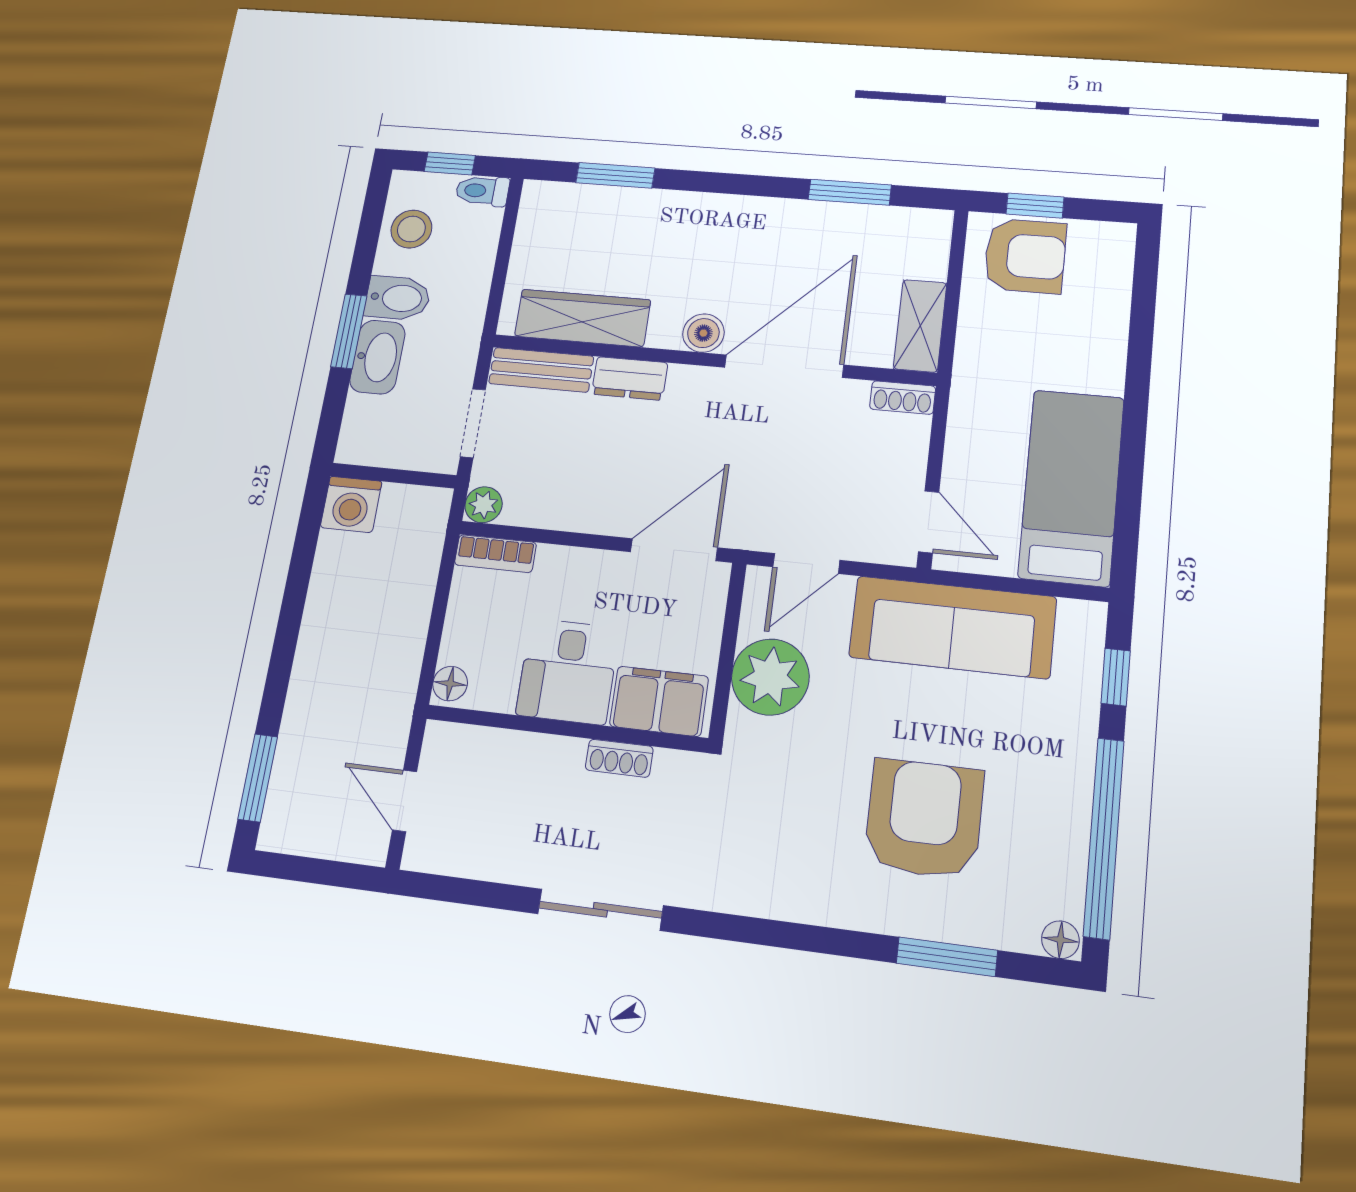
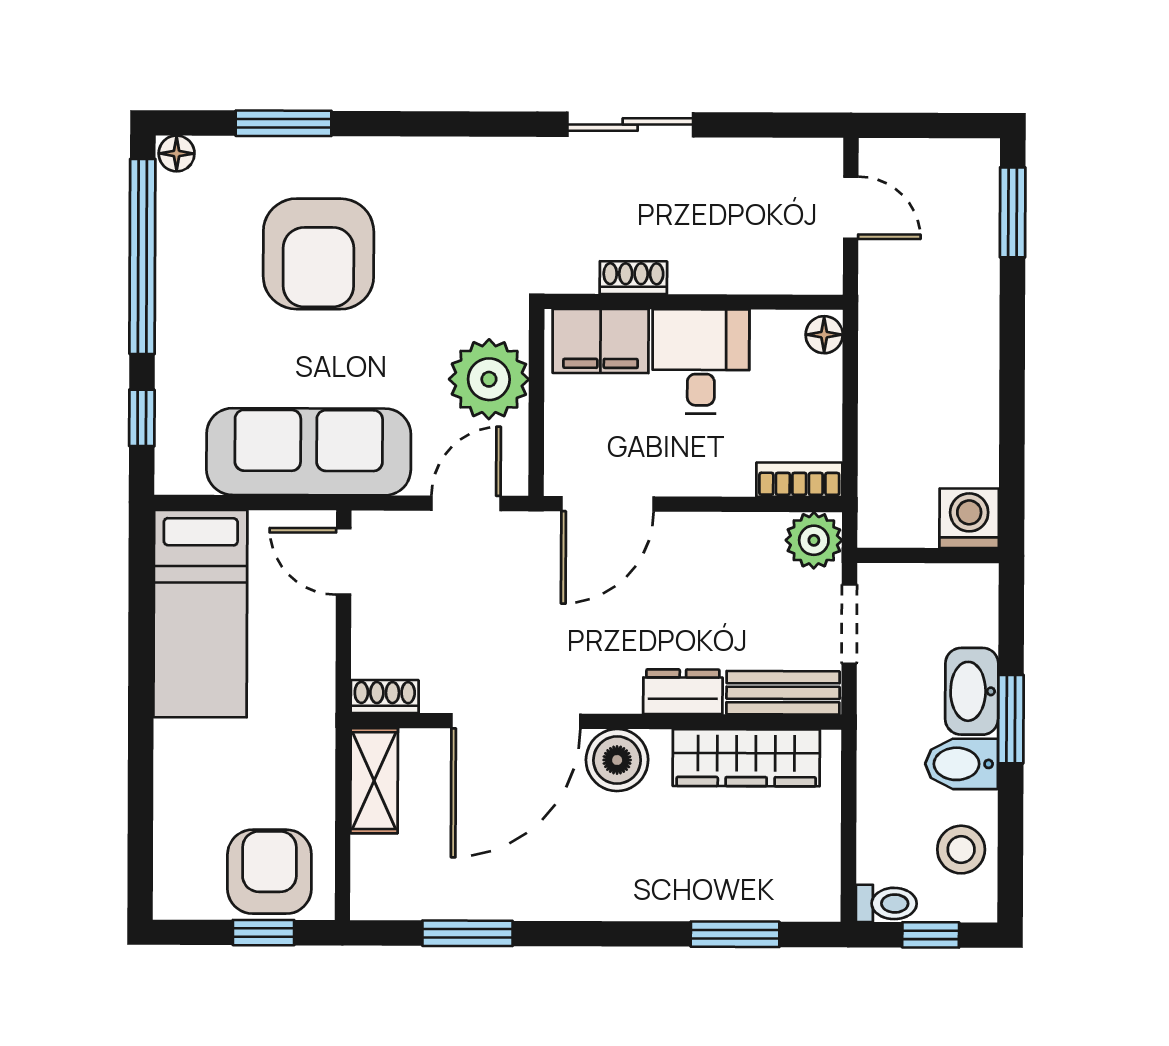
armchair: (1025, 256) -> (269, 872), turned 90
boiler: (703, 333) -> (617, 760), width x1.36, depth x1.36
plant: (484, 505) -> (814, 540), width x1.38, depth x1.38

